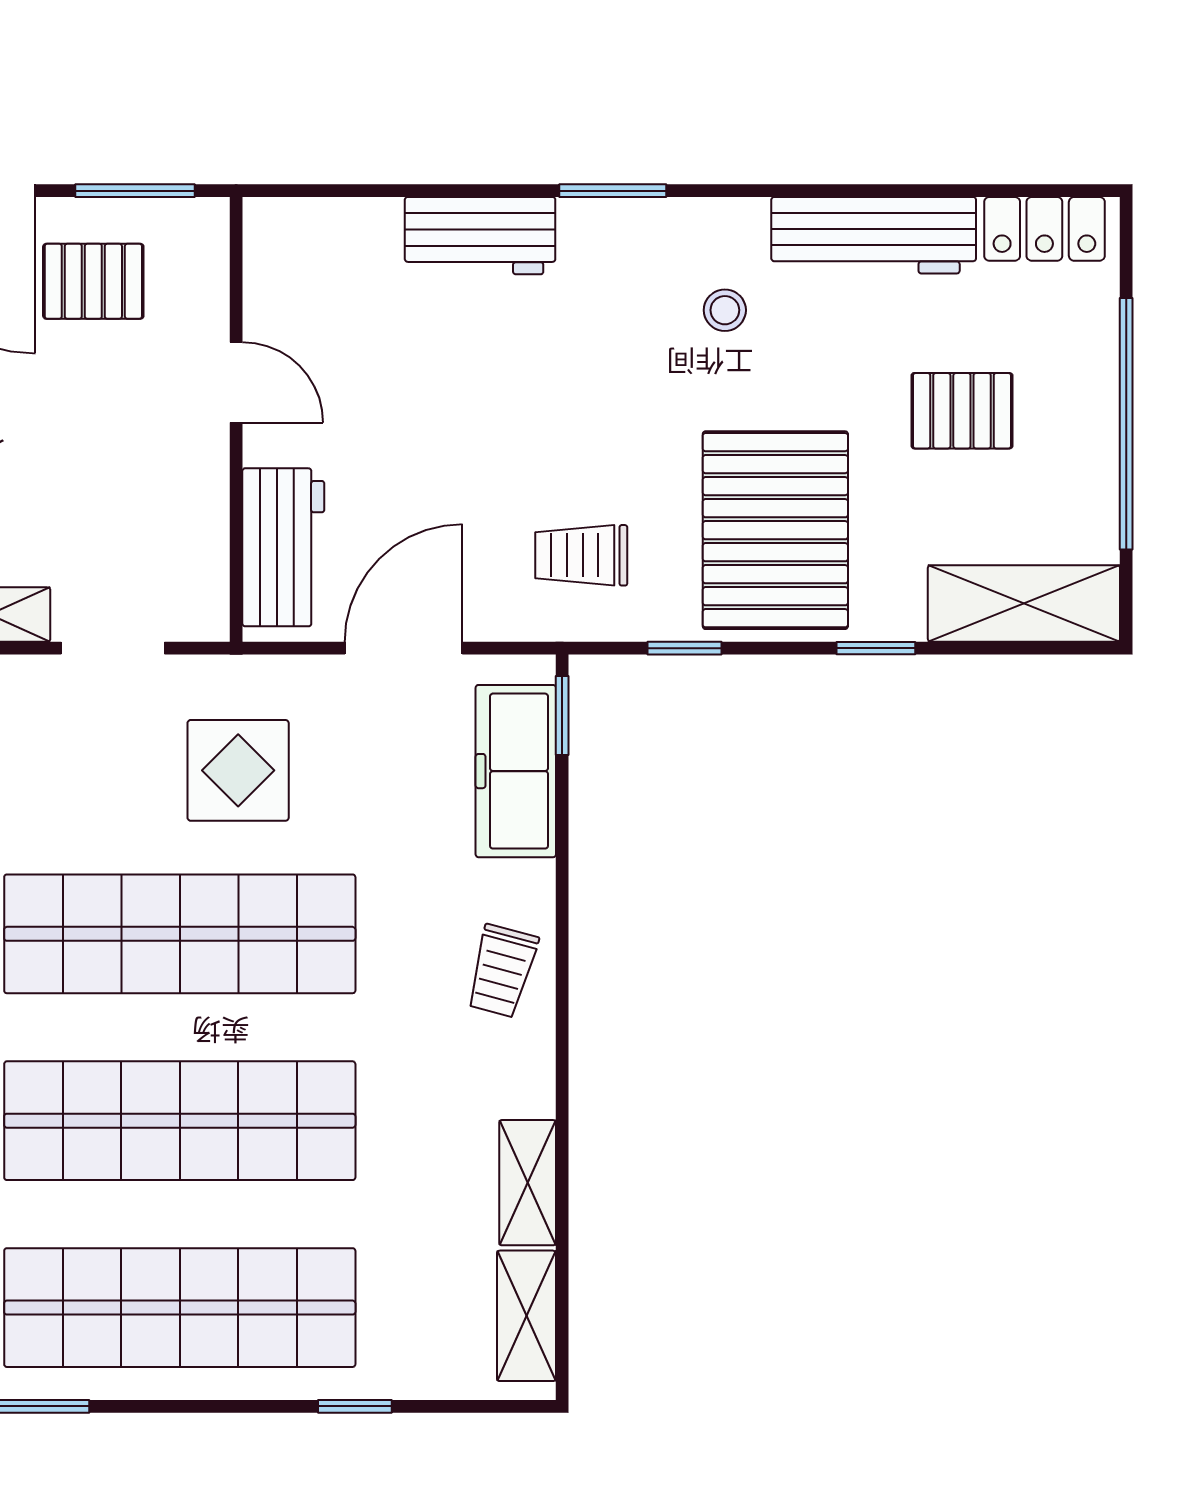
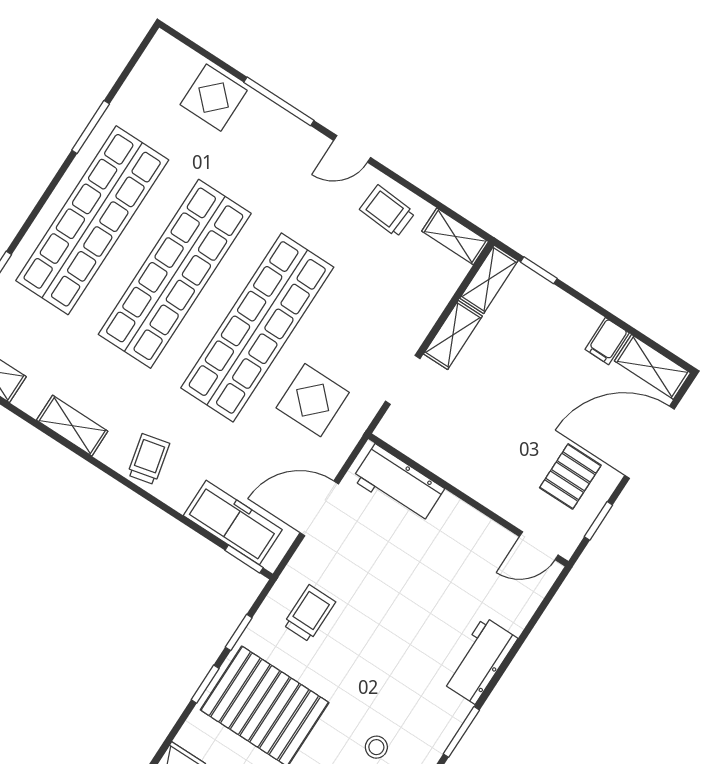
window: (135, 191) -> (598, 521), width x0.67
door: (236, 382) -> (539, 546), moved
door: (404, 648) -> (319, 508), swing flipped
window: (876, 648) -> (205, 684), moved
trolley: (502, 971) -> (148, 459), turned 62
shelving: (528, 1183) -> (72, 426), moved

